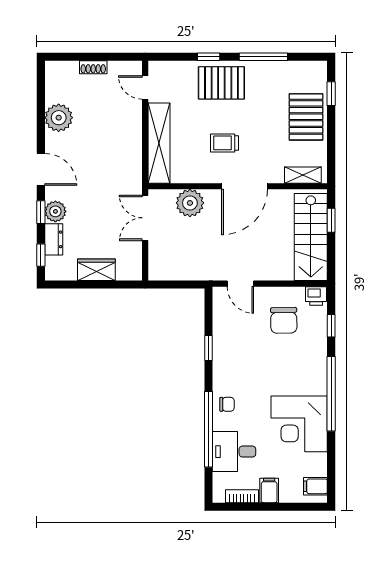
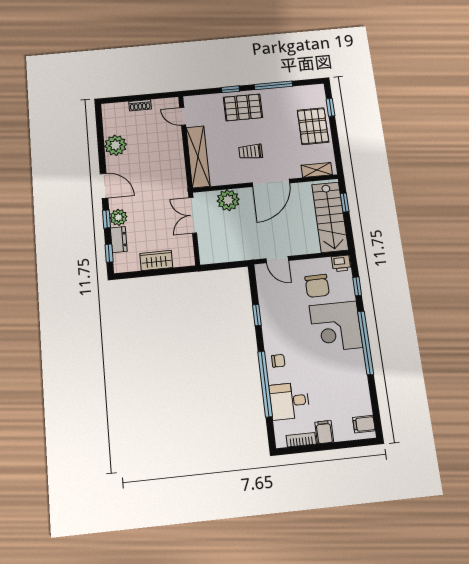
corner desk: (299, 424) -> (336, 326), moved

